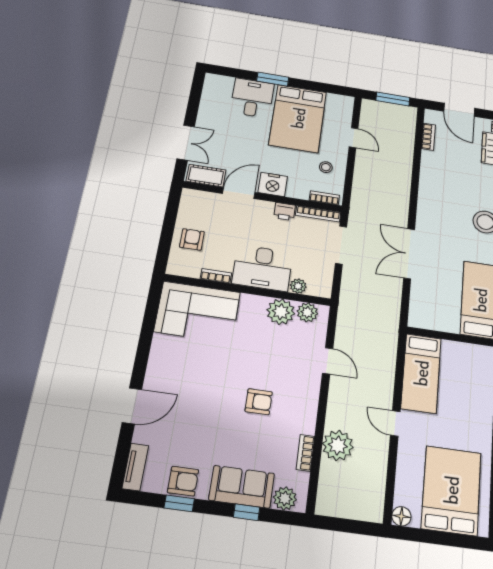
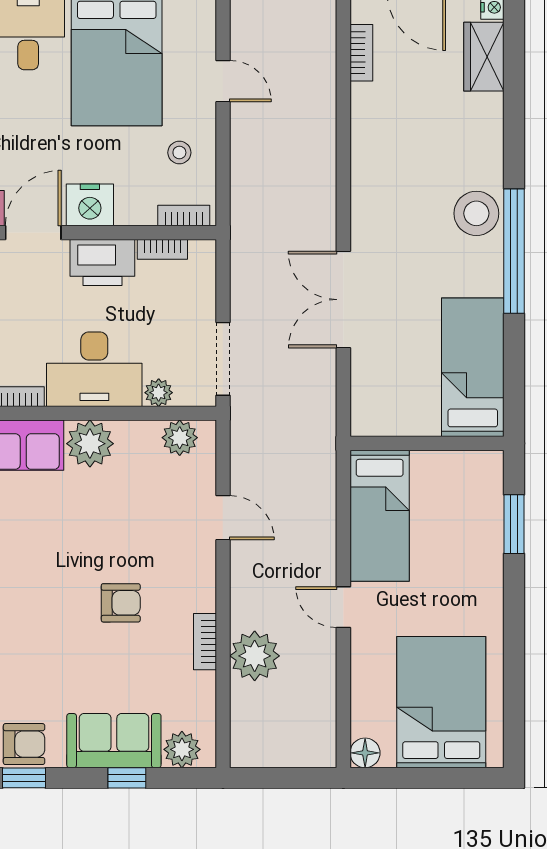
printer: (285, 211) -> (102, 262), width x1.87, depth x1.48
bookcase: (318, 214) -> (162, 249), width x0.64
doorway: (341, 245) -> (223, 359), moved
plant: (281, 312) -> (90, 444), moved
bookcase: (305, 453) -> (205, 642), moved

